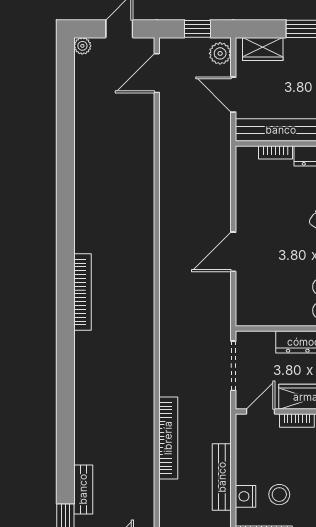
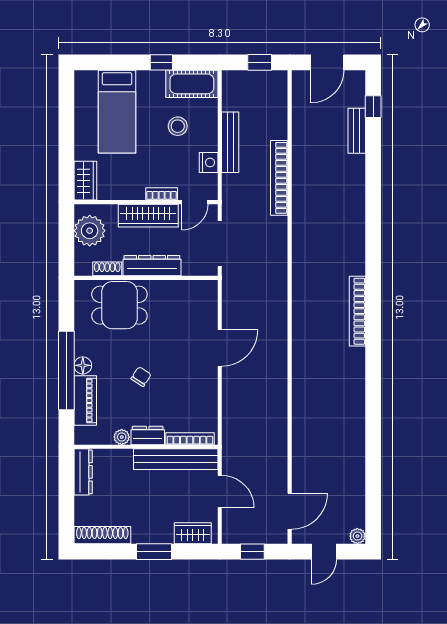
plant: (220, 53) -> (232, 529), removed
bookcase: (275, 152) -> (190, 439), width x1.56
nightstand: (246, 496) -> (209, 162), moved

